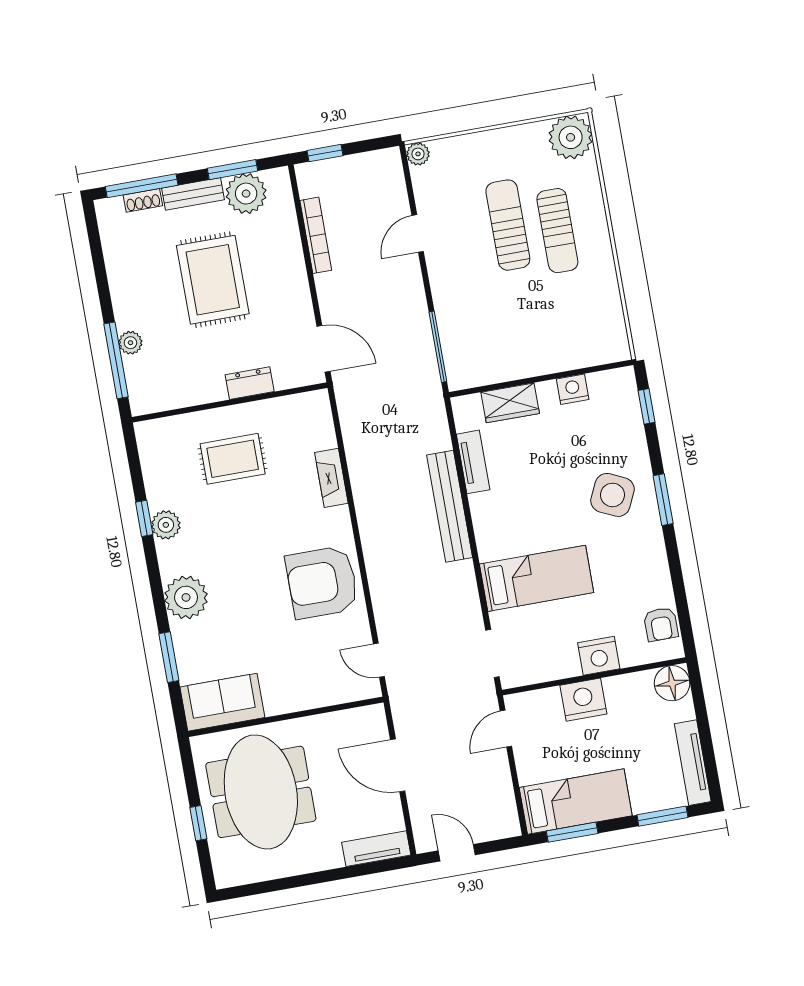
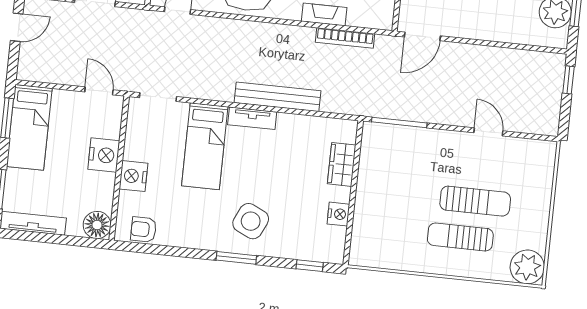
plant: (418, 154) -> (548, 149), removed
bookcase: (316, 235) -> (345, 38), moved
tv unit: (473, 462) -> (252, 118), moved

